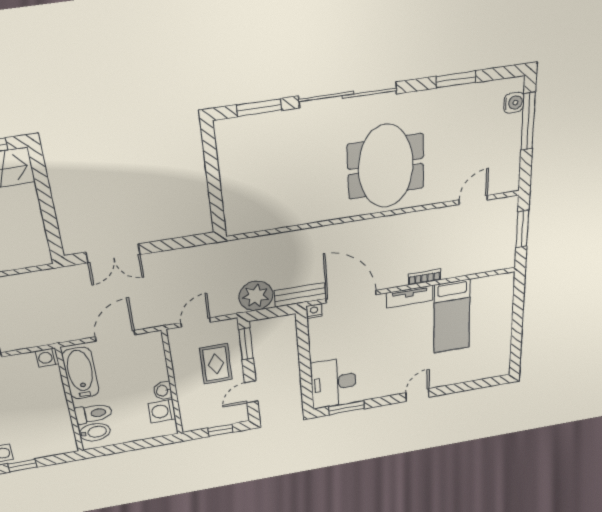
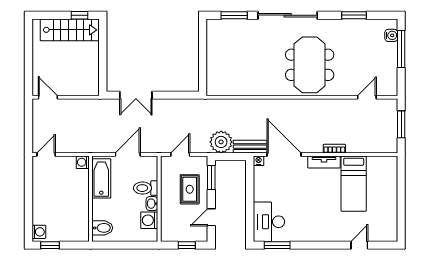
door: (417, 395) -> (359, 245), moved
toilet: (93, 413) -> (146, 188), moved, turned 180

